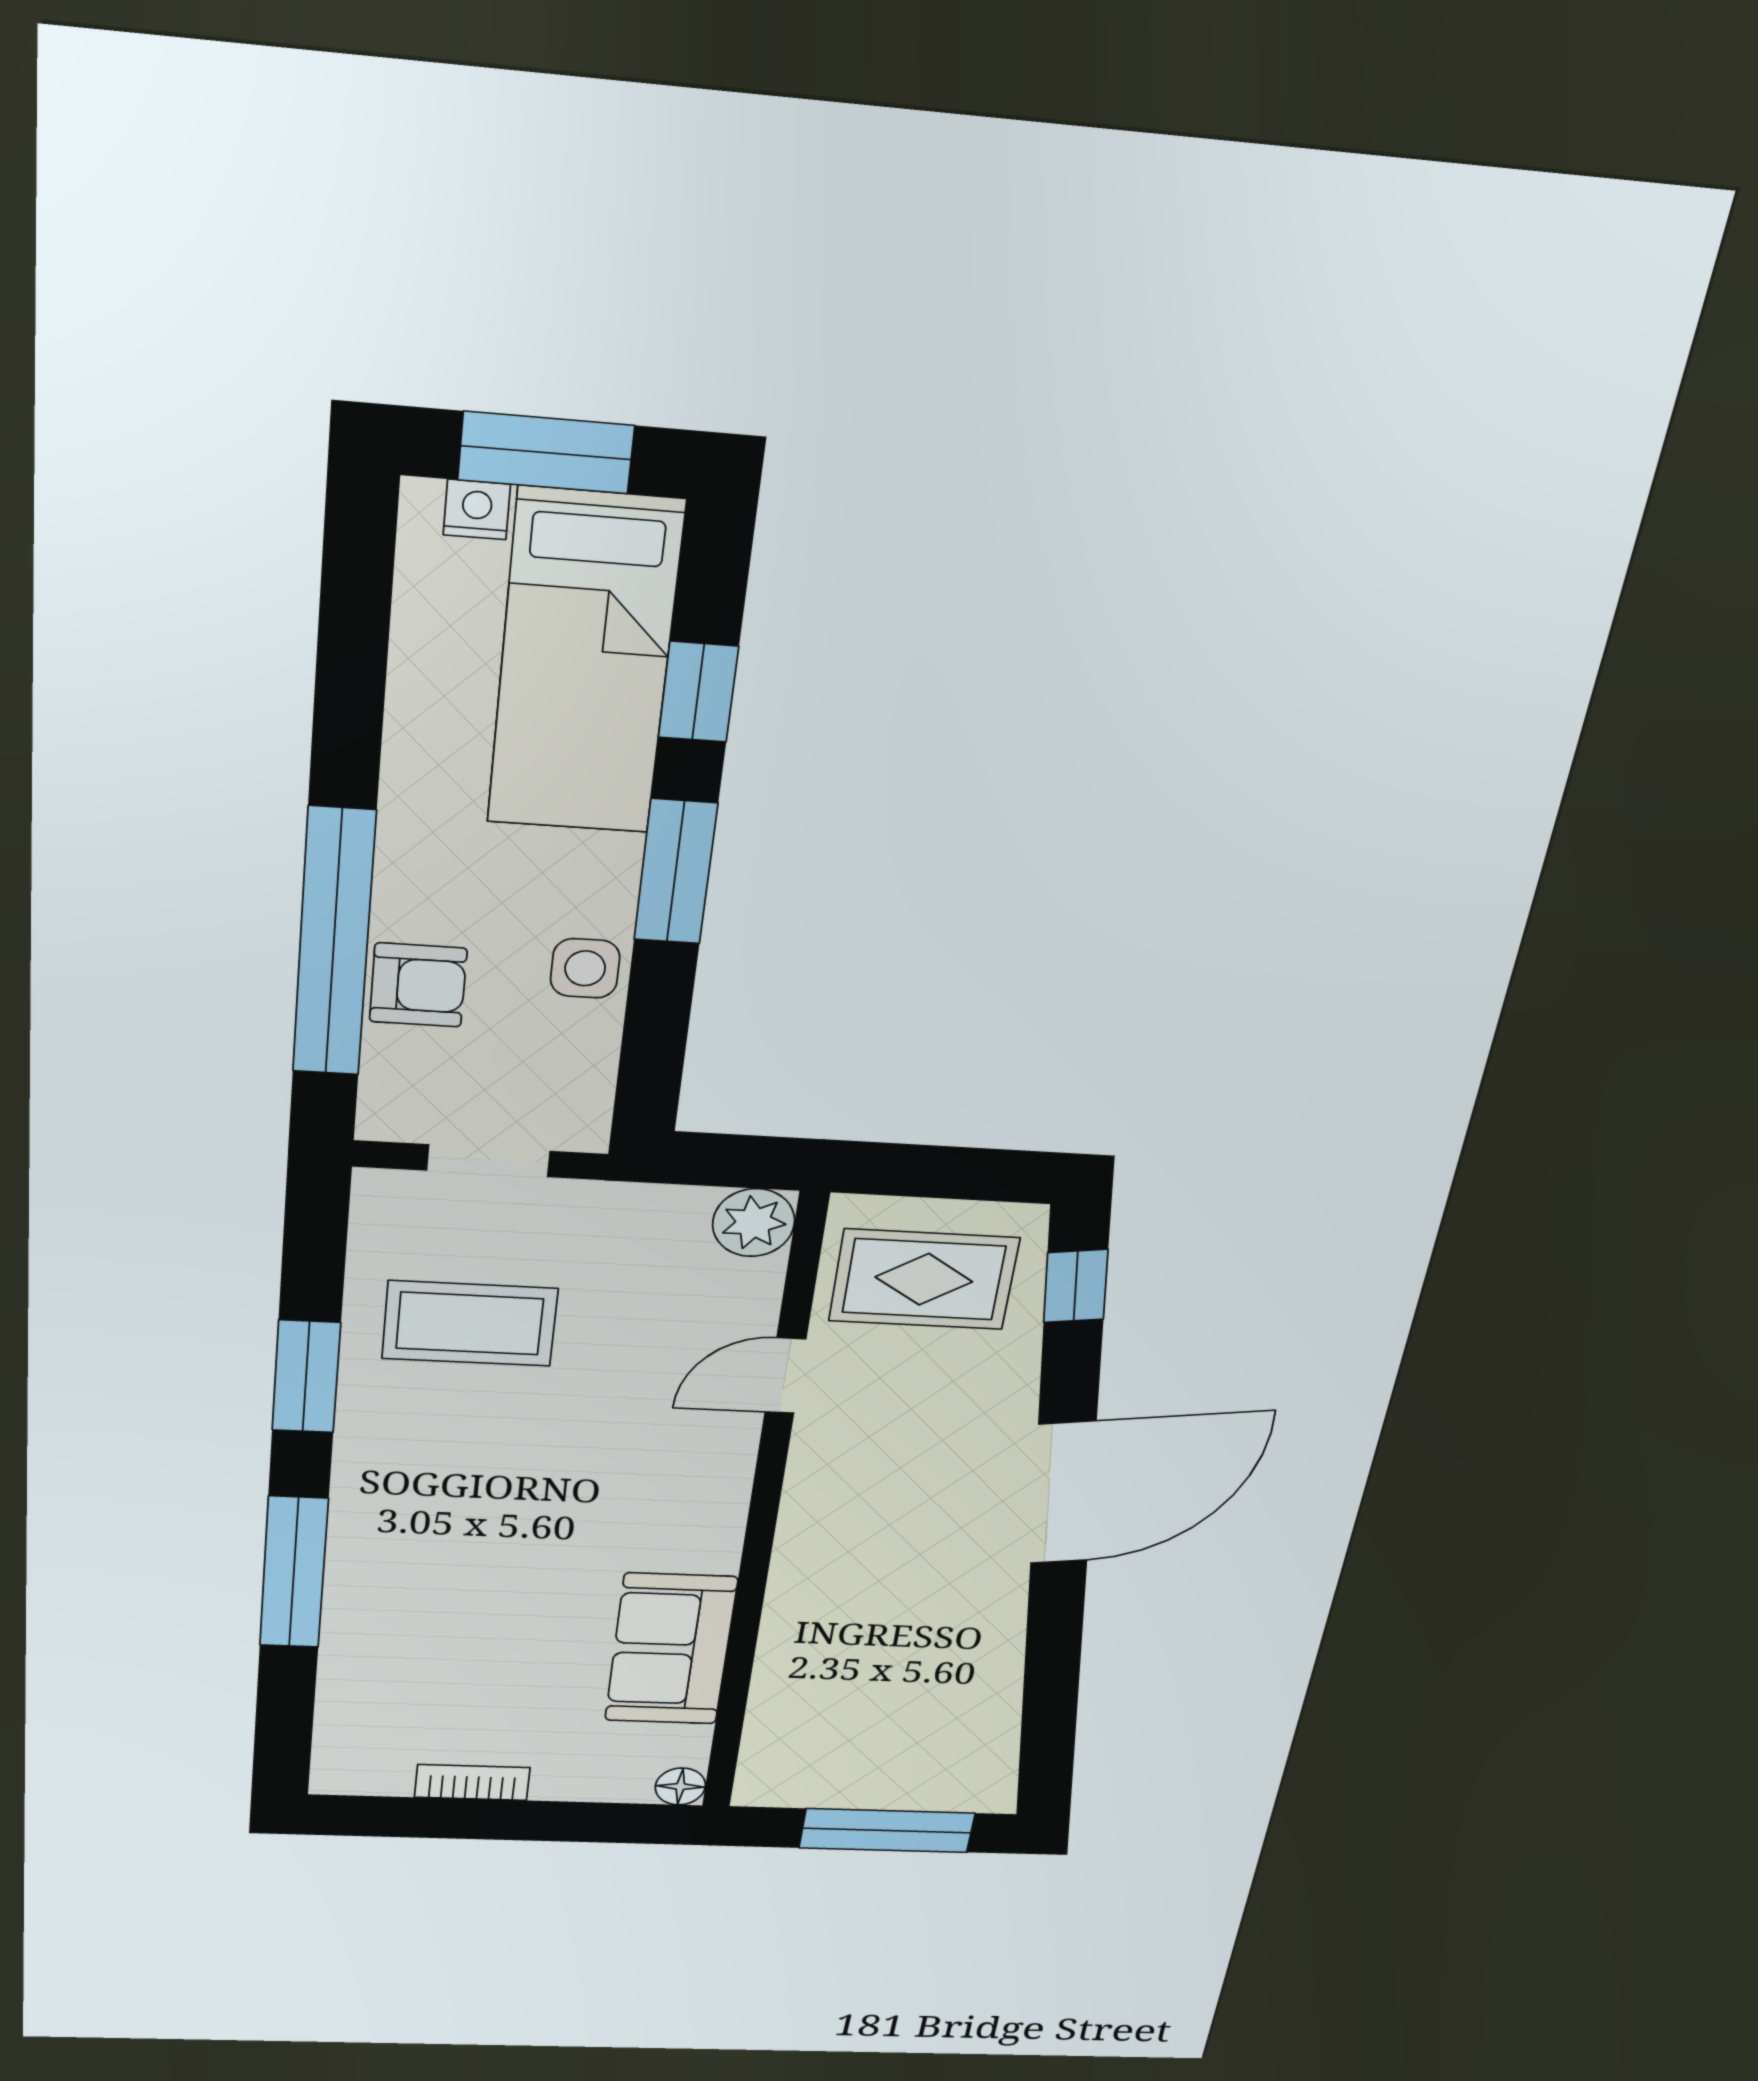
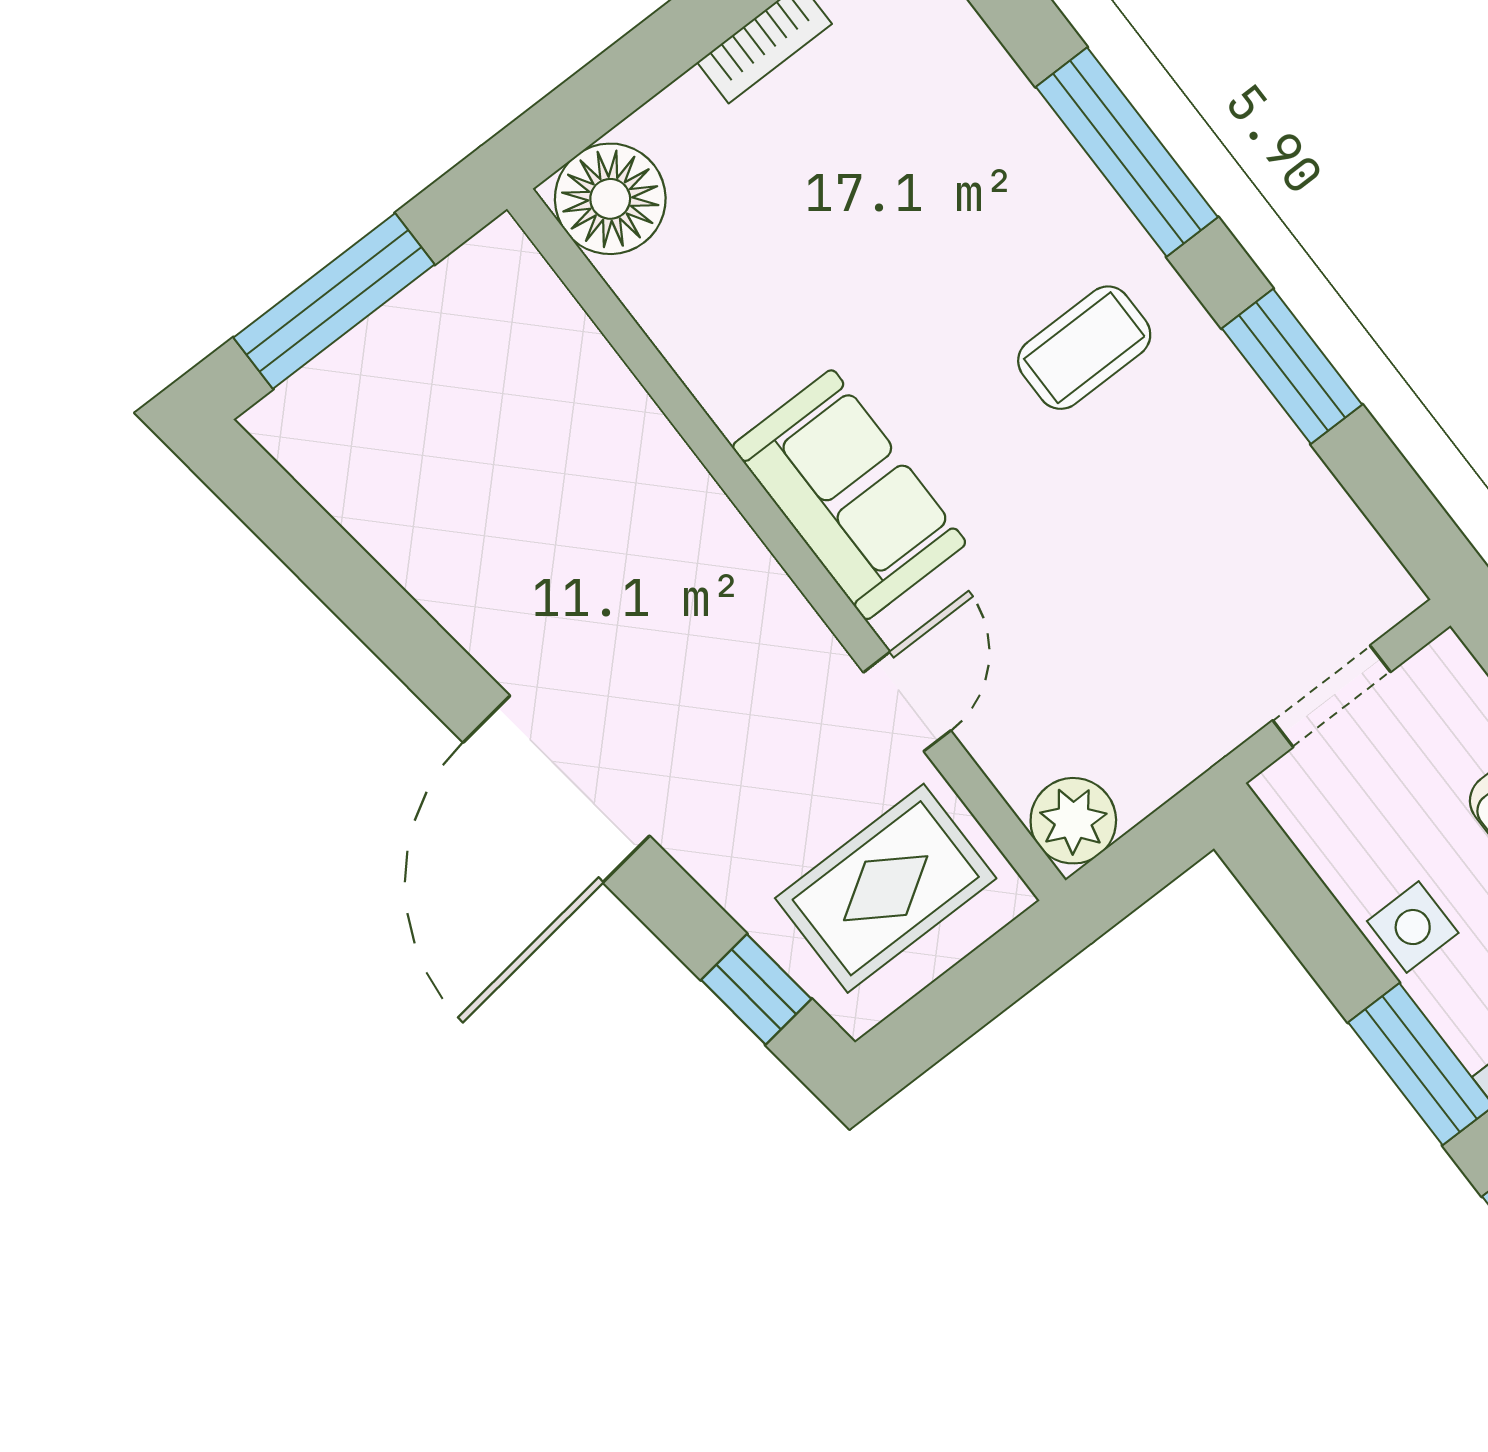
coffee table: (470, 1324) -> (1084, 348), moved, width x0.73, depth x0.77
sofa: (671, 1649) -> (849, 495), moved
floor lamp: (680, 1786) -> (610, 199), width x1.89, depth x1.89

